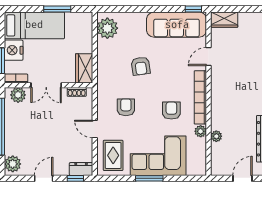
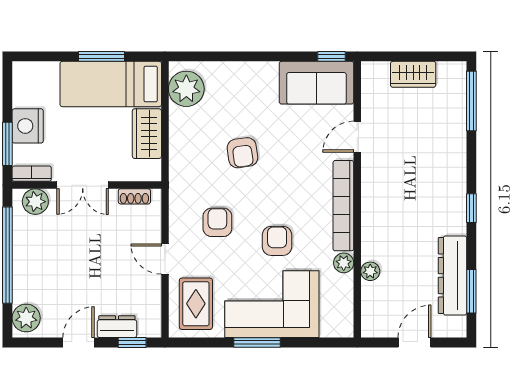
wardrobe: (224, 20) -> (413, 74), moved
bed: (34, 25) -> (111, 84), moved, turned 180
sofa: (177, 25) -> (316, 83), width x0.73
wardrobe: (84, 68) -> (147, 134), moved
armchair: (171, 111) -> (277, 241), moved
dresser: (81, 169) -> (117, 327), moved

